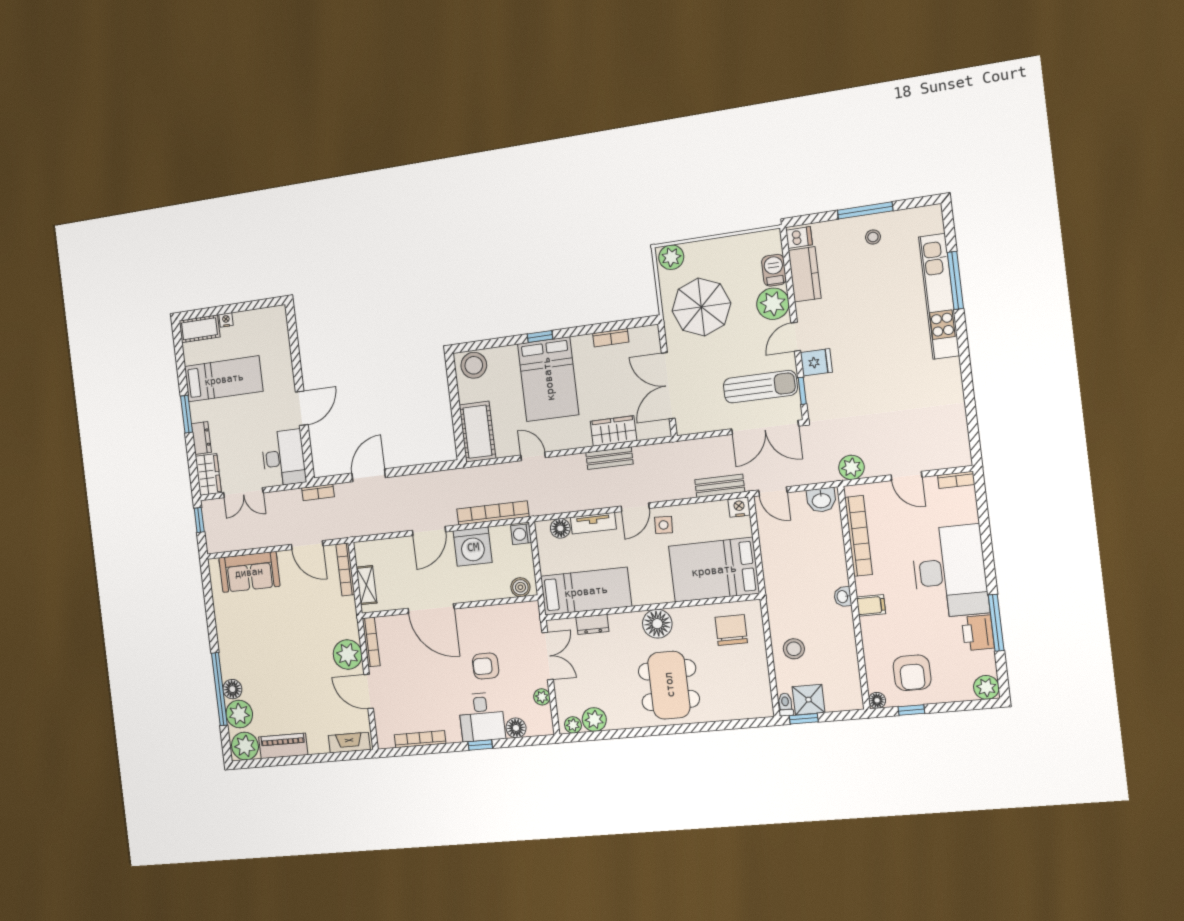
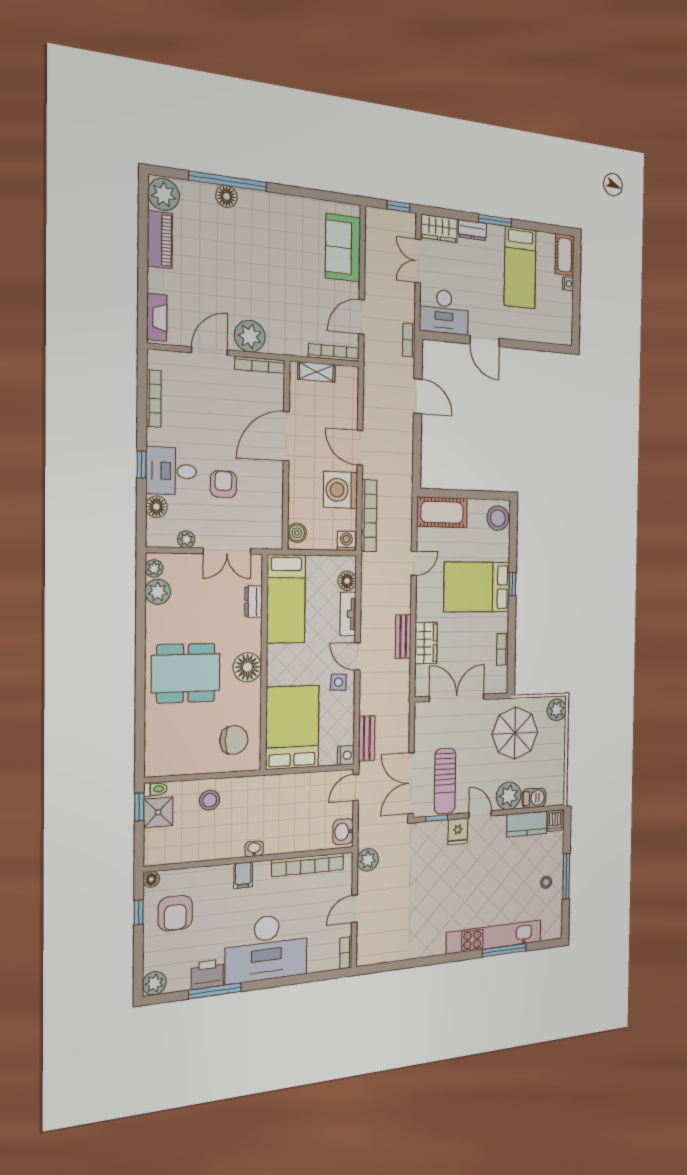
armchair: (912, 673) -> (175, 913), turned -90
plant: (239, 714) -> (199, 197), removed

